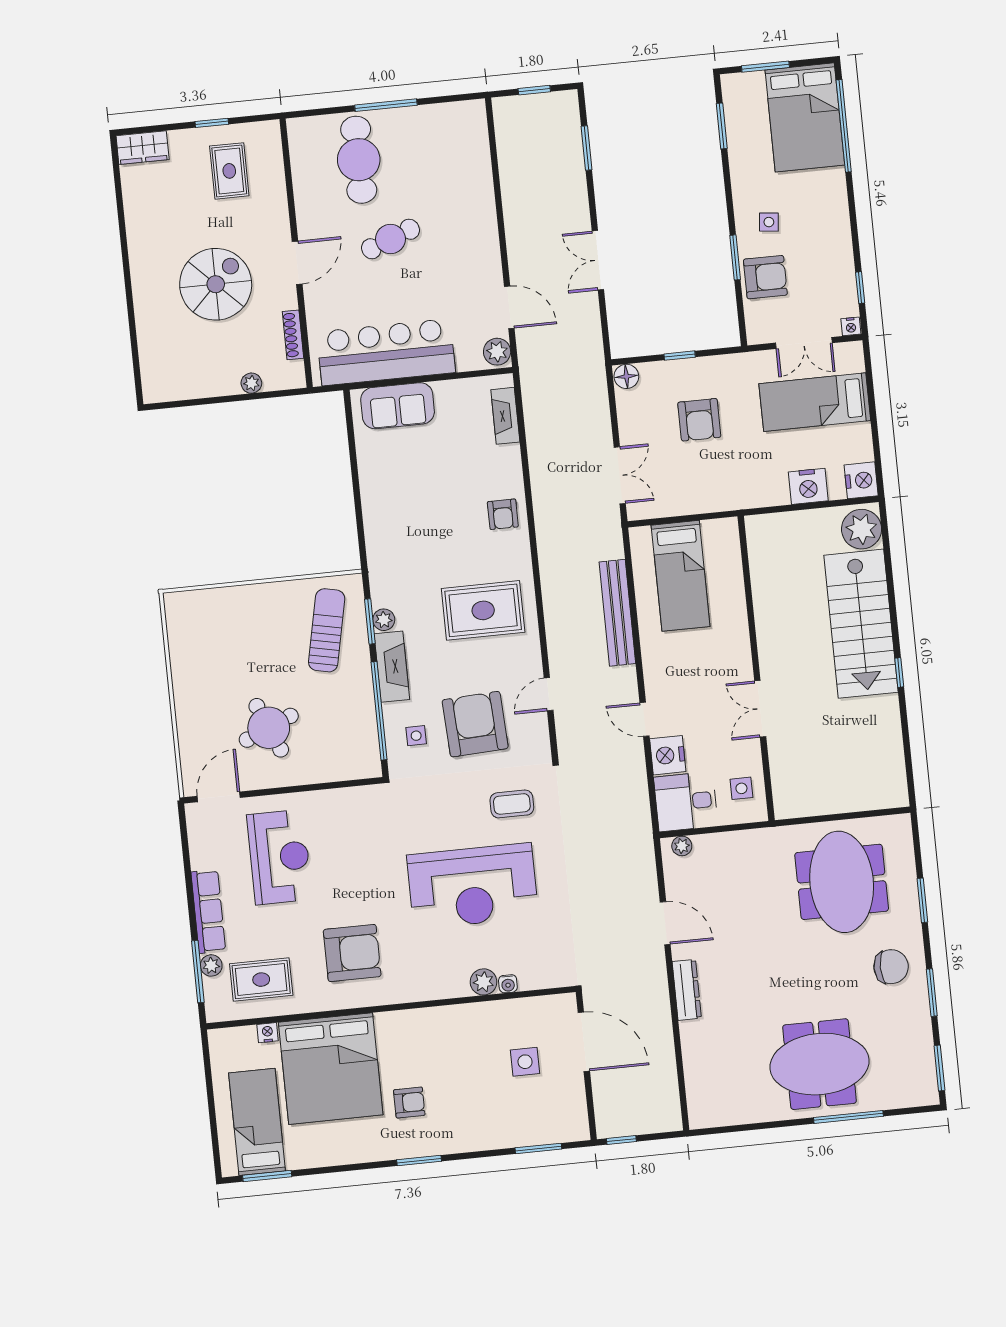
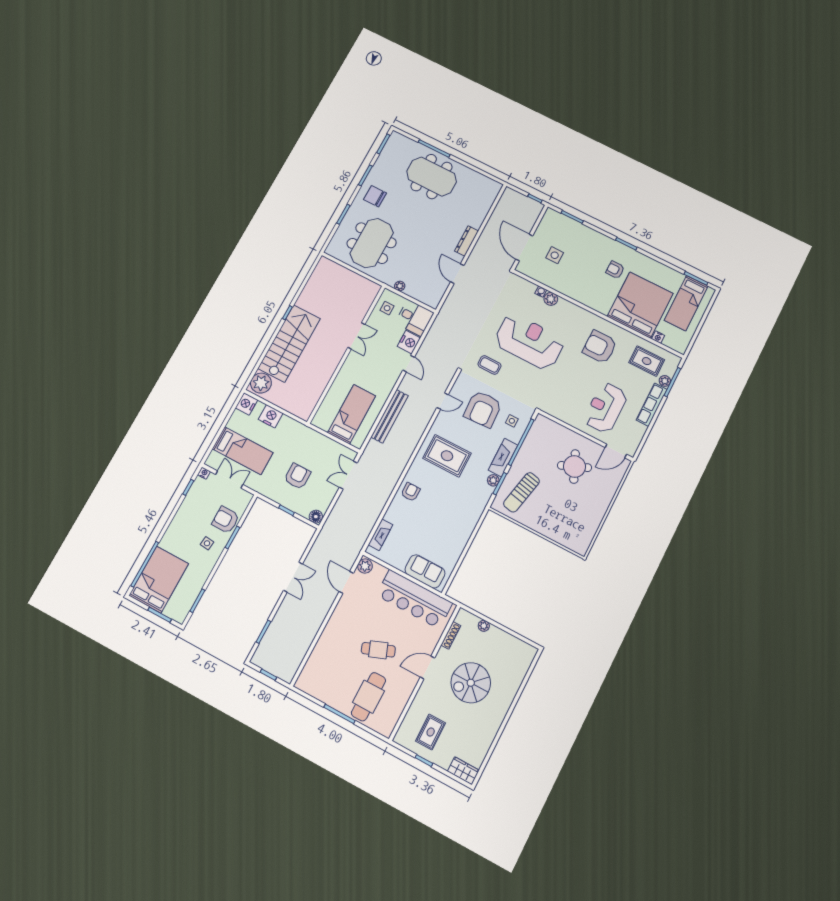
plant: (682, 846) -> (400, 286), moved

